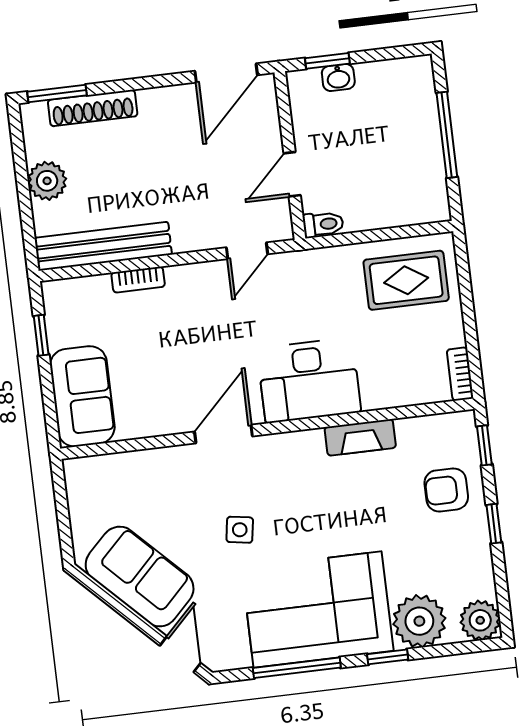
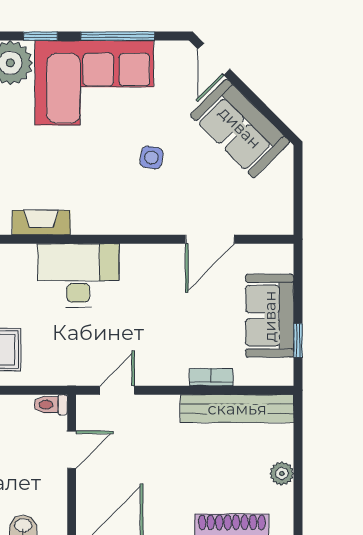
plant: (47, 181) -> (282, 473), width x0.73, depth x0.73
sofa: (82, 396) -> (270, 316), moved
door: (223, 434) -> (210, 239), moved

